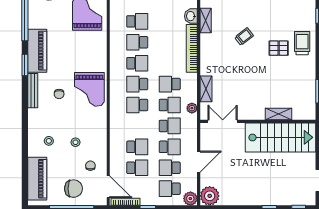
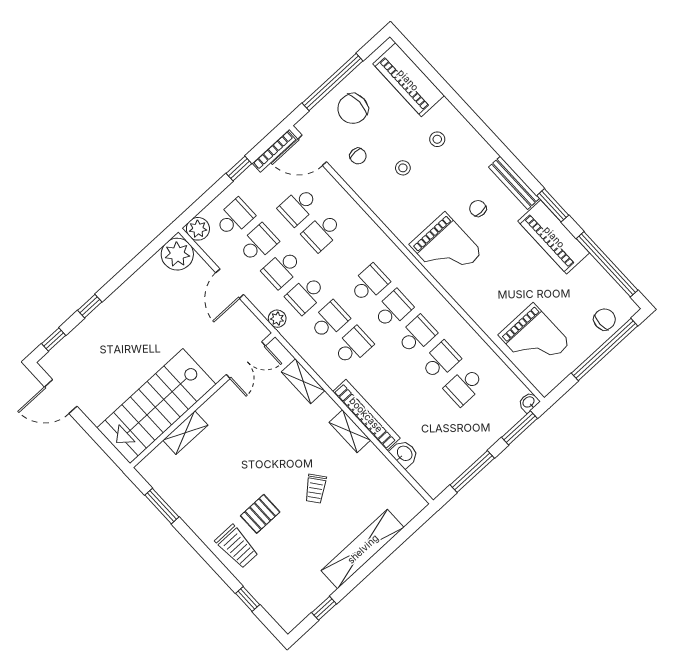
shelving: (206, 20) -> (350, 431), moved
school desk: (137, 63) -> (417, 335), turned 180
grand piano: (89, 89) -> (446, 249), turned 180
school desk: (170, 105) -> (329, 320), turned 180
plant: (192, 108) -> (277, 319), moved

